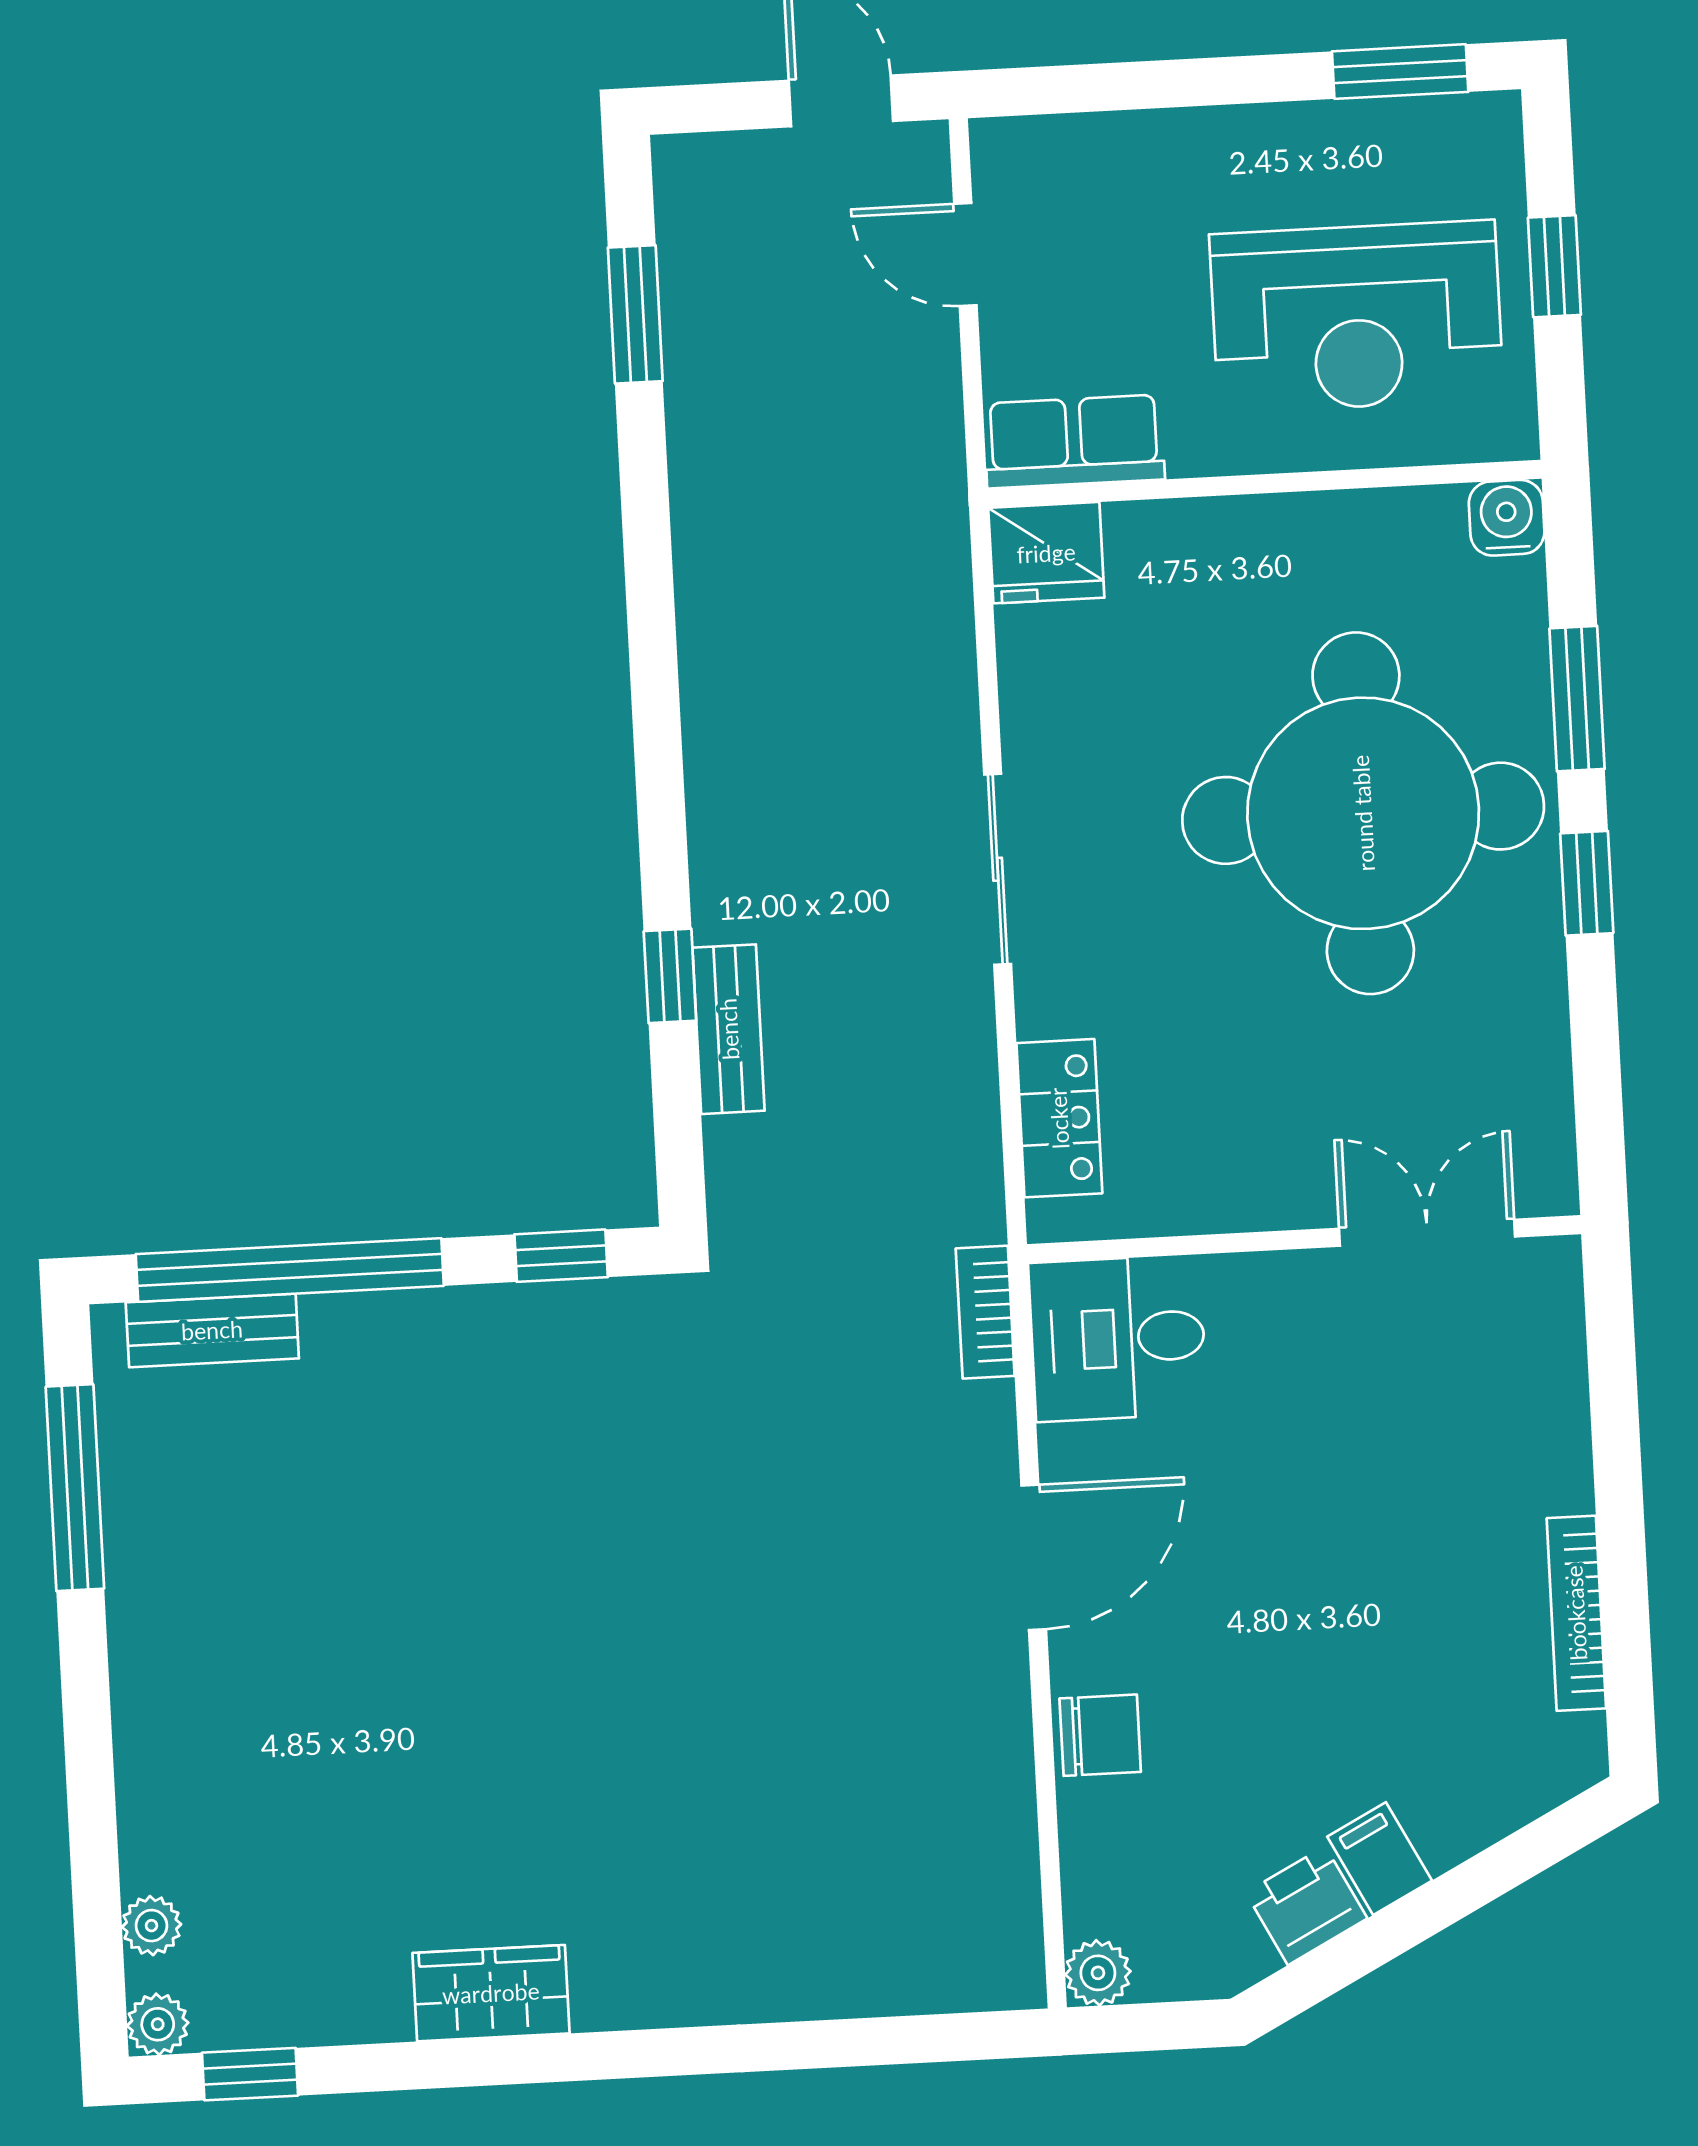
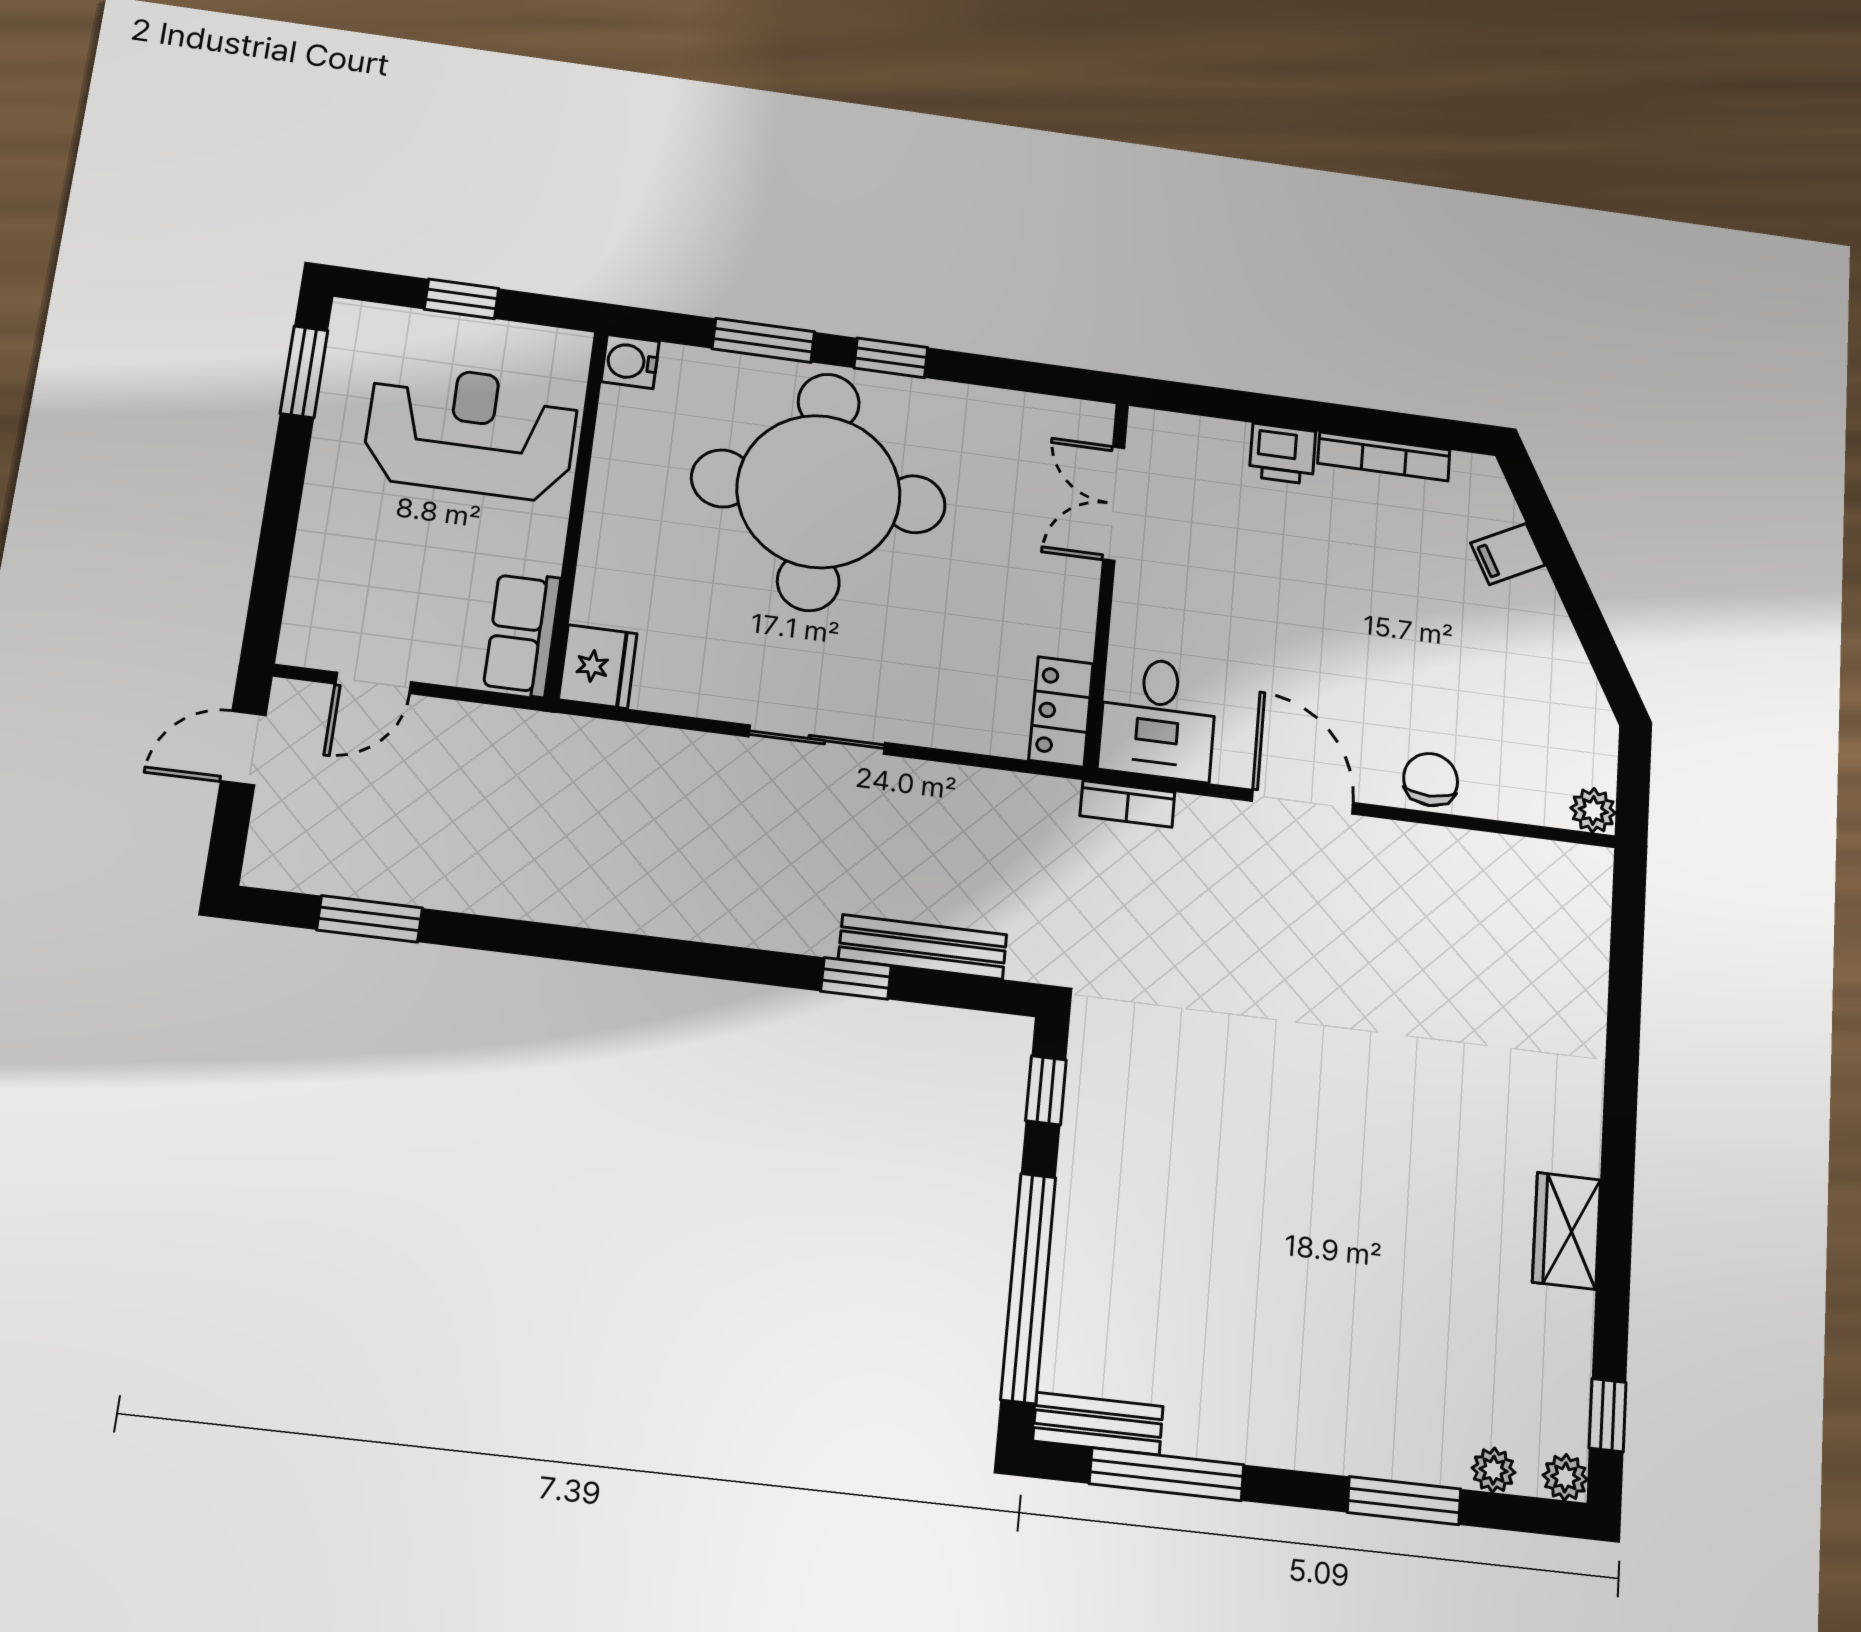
reception desk: (1357, 317) -> (471, 432), turned -90
bench: (729, 1029) -> (923, 947), width x1.36
locker: (1059, 1118) -> (1061, 712), moved, turned -90
bench: (212, 1330) -> (1098, 1424), moved, turned 90
window: (92, 1809) -> (1404, 1501), added
filing cabinet: (1380, 1859) -> (1508, 554), moved
printer: (1306, 1906) -> (1282, 454), moved, turned -63

